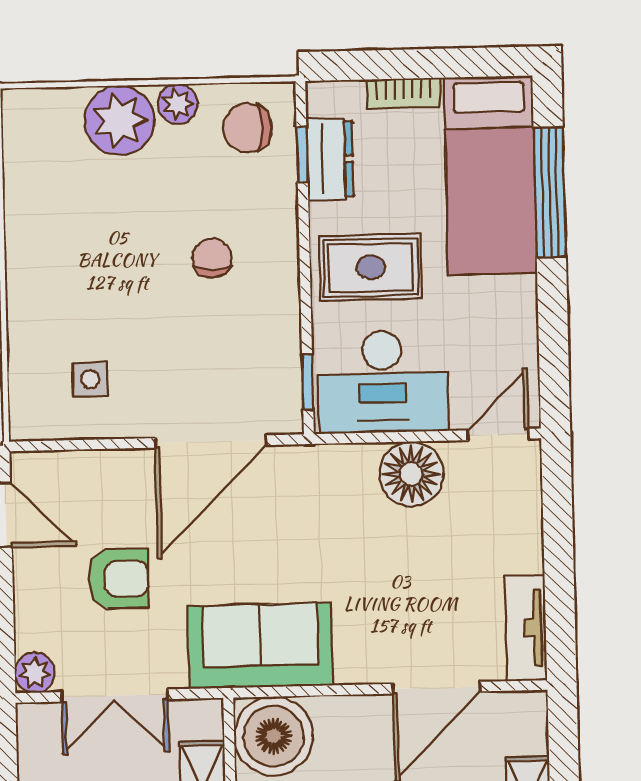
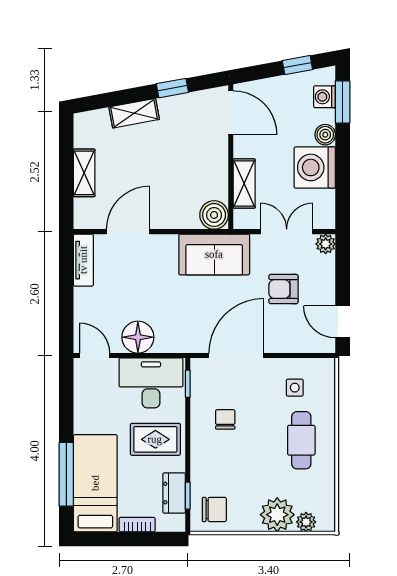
plant: (178, 104) -> (306, 522), moved
chair: (212, 258) -> (225, 419), moved, turned 180
cafe table: (74, 273) -> (301, 440), added
door: (498, 435) -> (95, 355), swing flipped
boiler: (274, 736) -> (214, 215), width x0.73, depth x0.73

